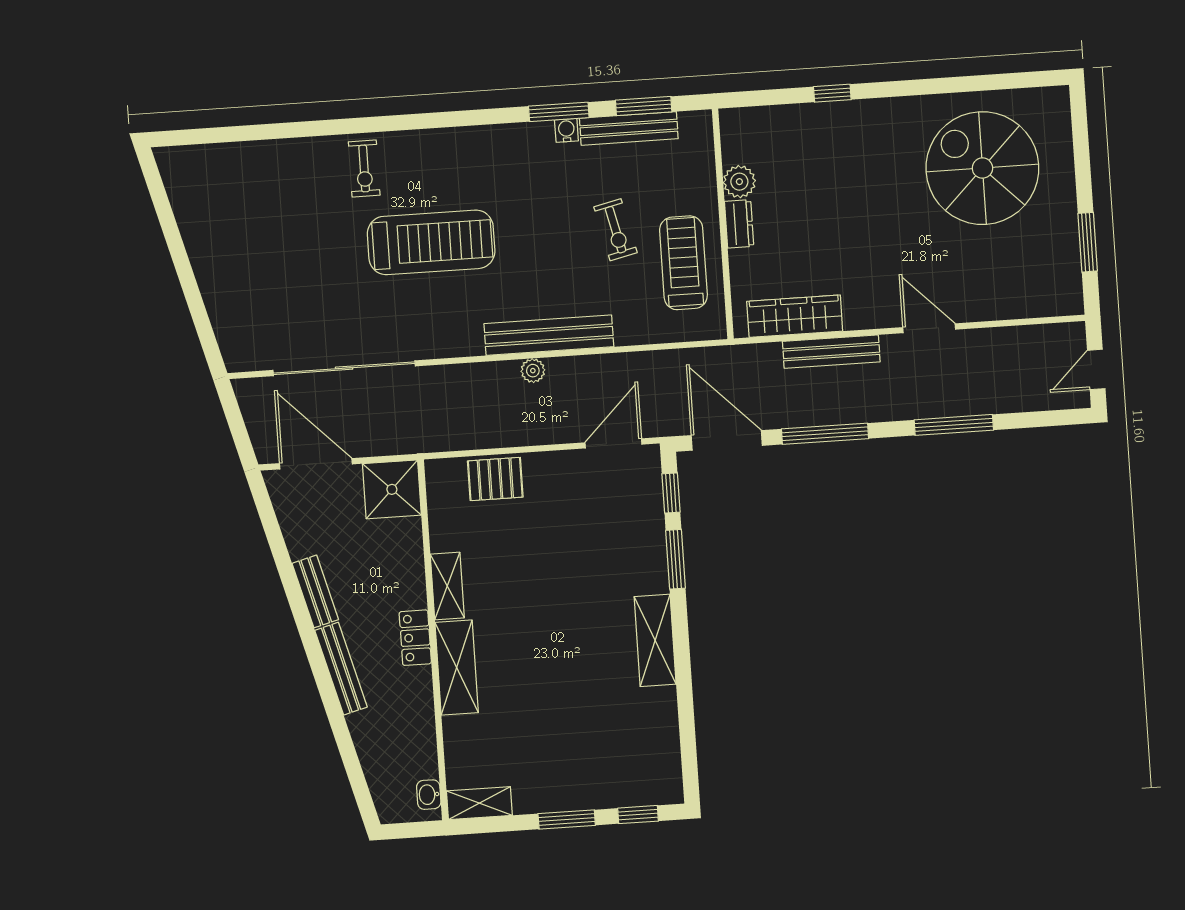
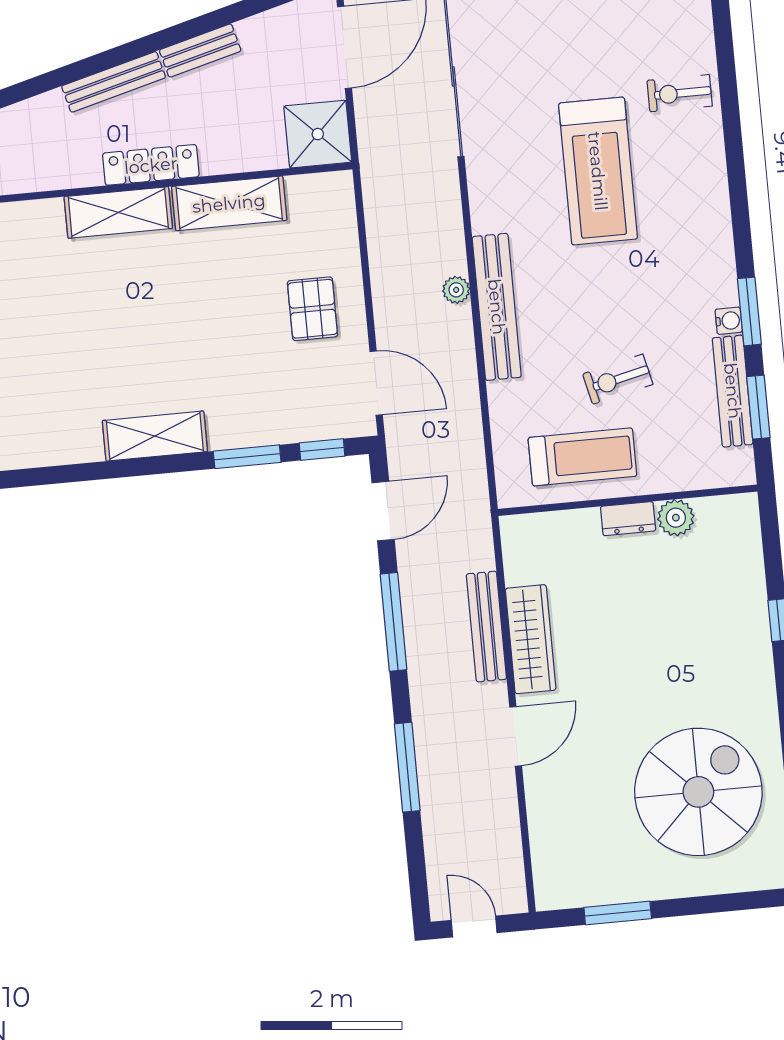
wardrobe: (795, 316) -> (531, 639), moved
door: (727, 440) -> (383, 511), width x0.73
pallet: (495, 479) -> (312, 309), moved
shelving: (447, 586) -> (229, 203), width x1.50, depth x1.33
locker: (415, 638) -> (151, 165), width x1.53

